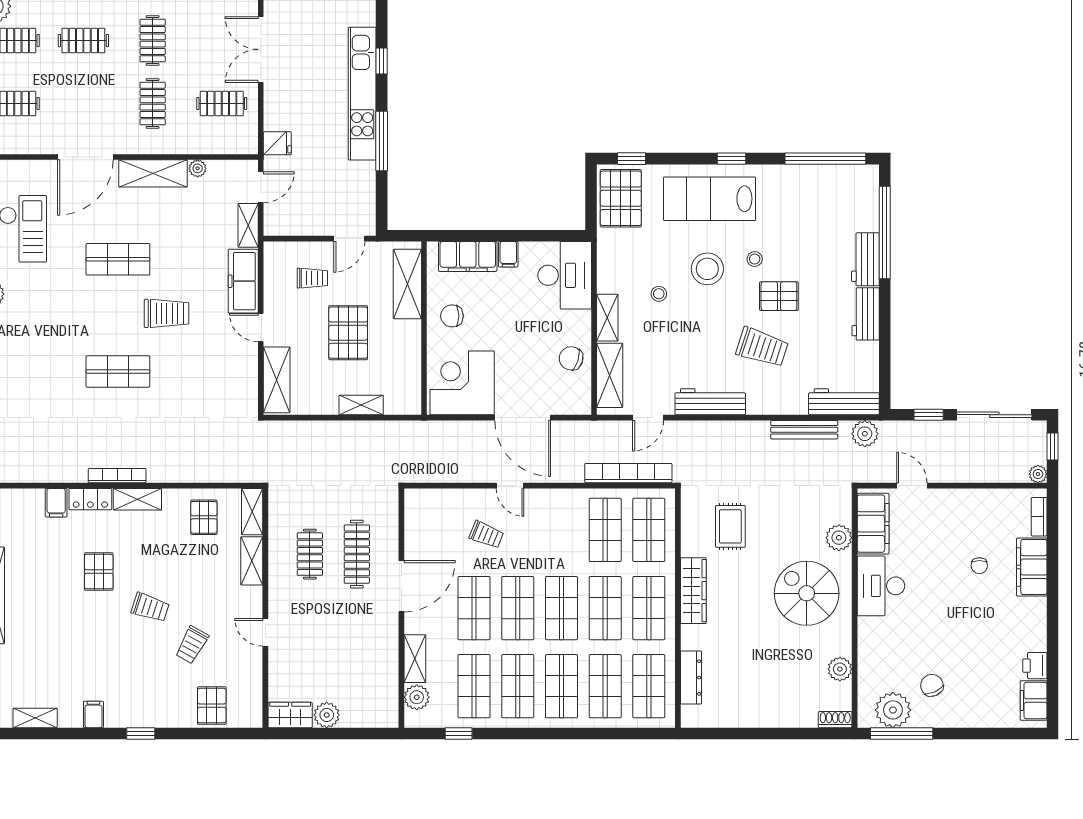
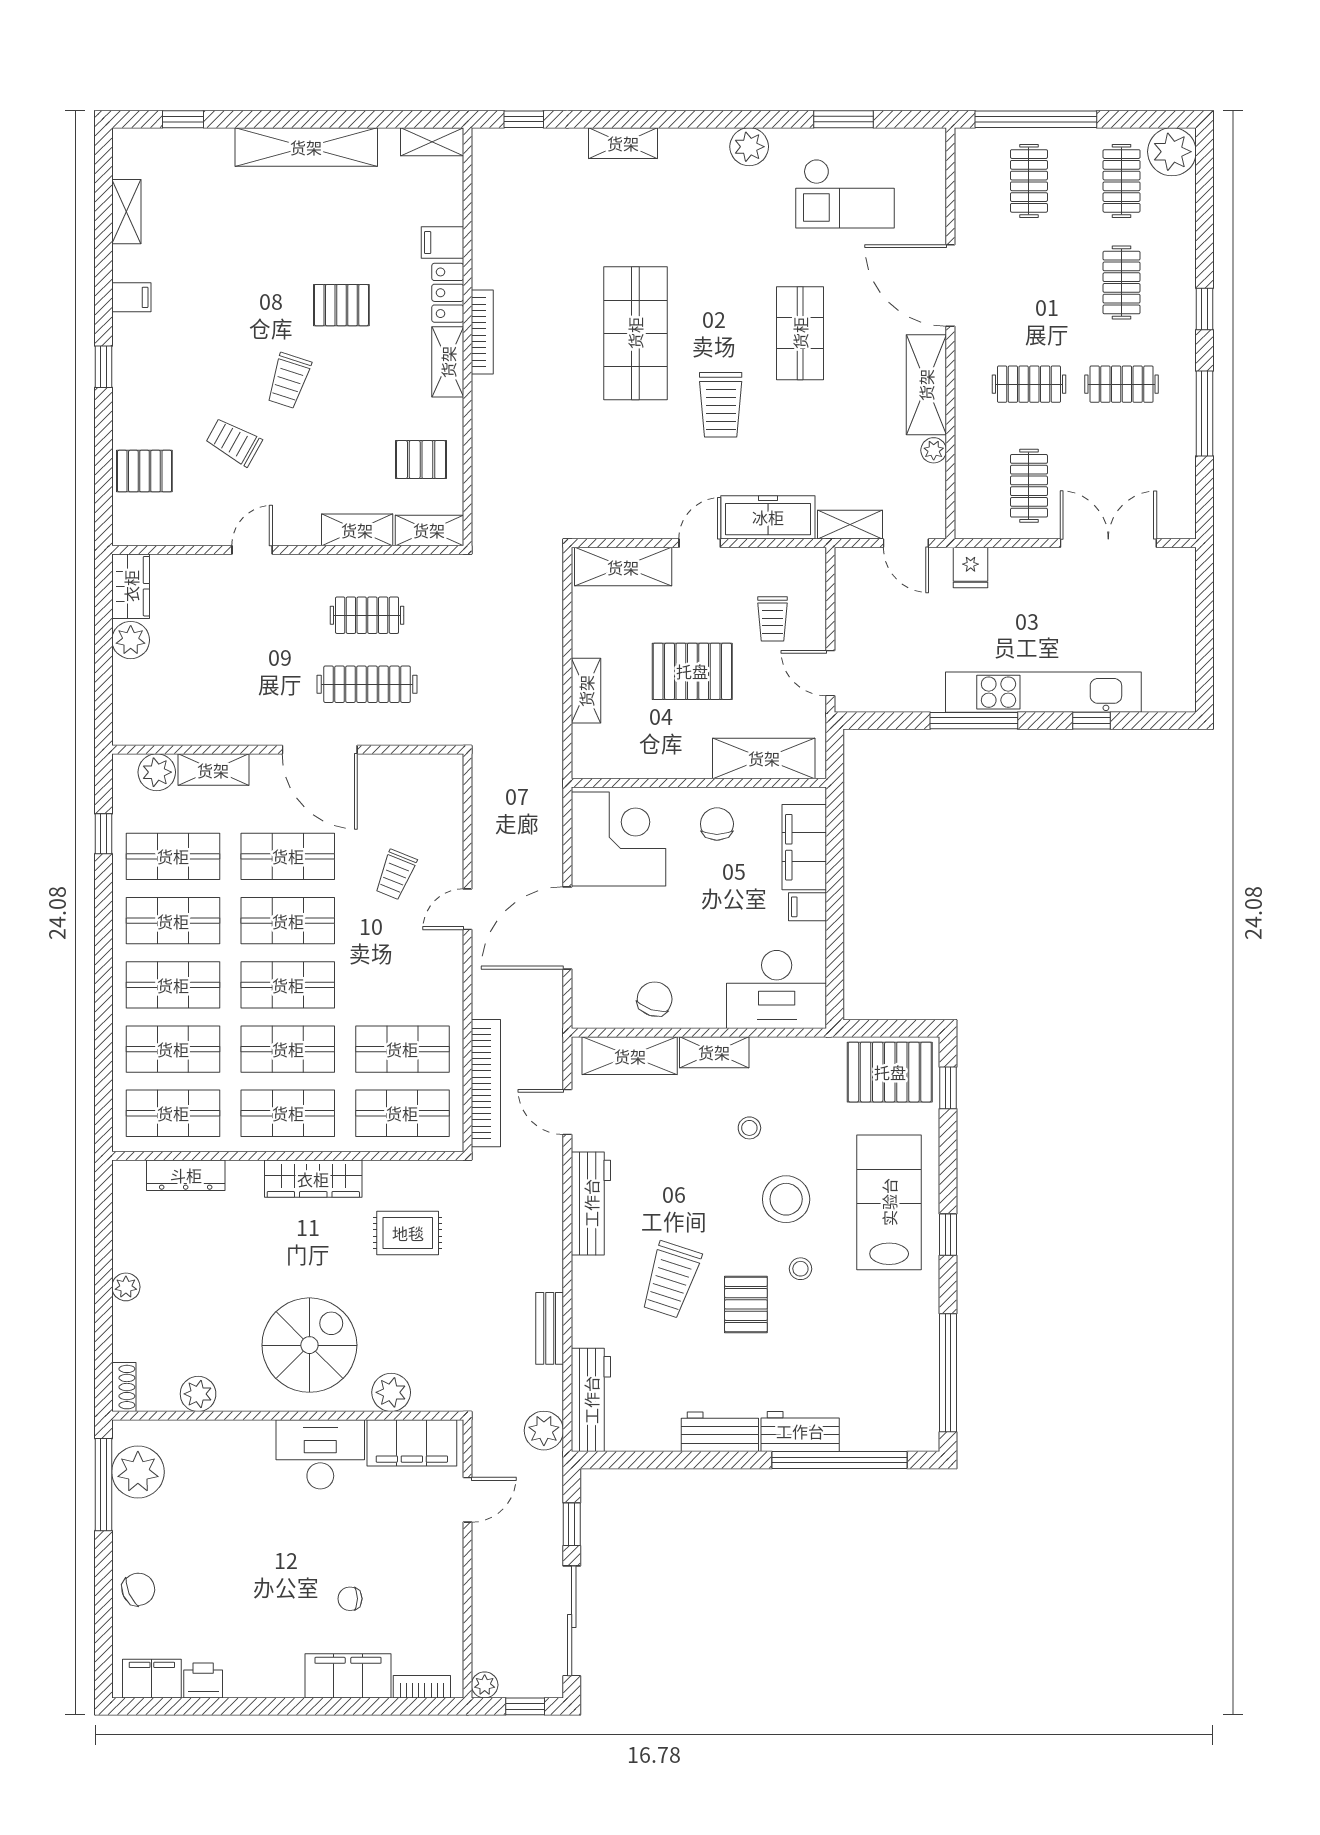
shop shelf: (118, 371) -> (635, 333), width x1.43, depth x1.36
bench: (804, 430) -> (550, 1328), width x0.73
chair: (932, 685) -> (138, 1589), moved
plant: (767, 718) -> (126, 1287), added

